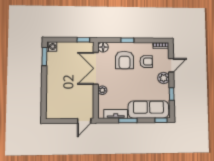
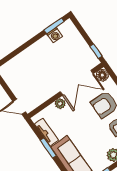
washing machine: (52, 46) -> (55, 35), moved
double door: (96, 68) -> (77, 83), swing flipped

